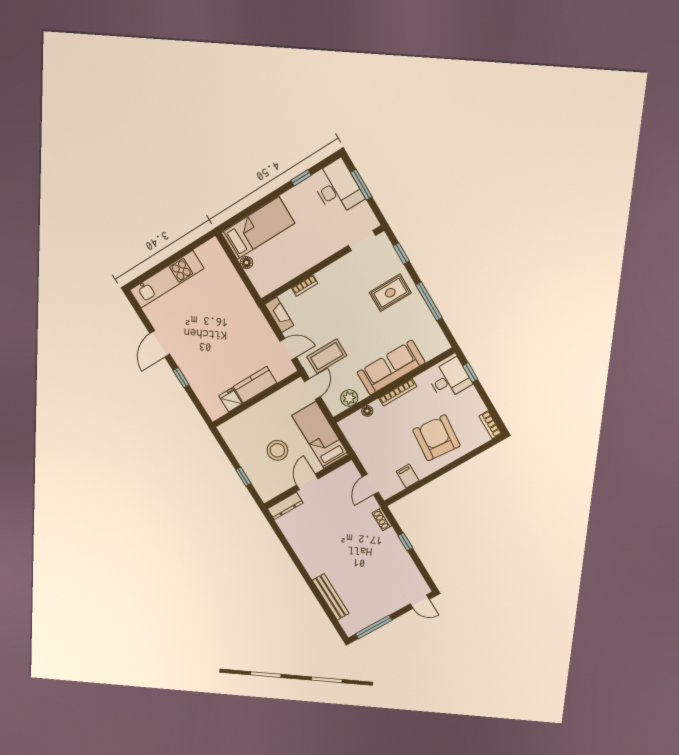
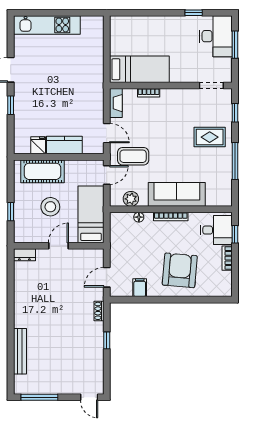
bed: (258, 228) -> (139, 69), moved
floor lamp: (246, 263) -> (115, 49), removed
cot: (250, 422) -> (42, 171), added
bookcase: (490, 425) -> (227, 258), moved
dresser: (285, 506) -> (24, 255), width x0.70

